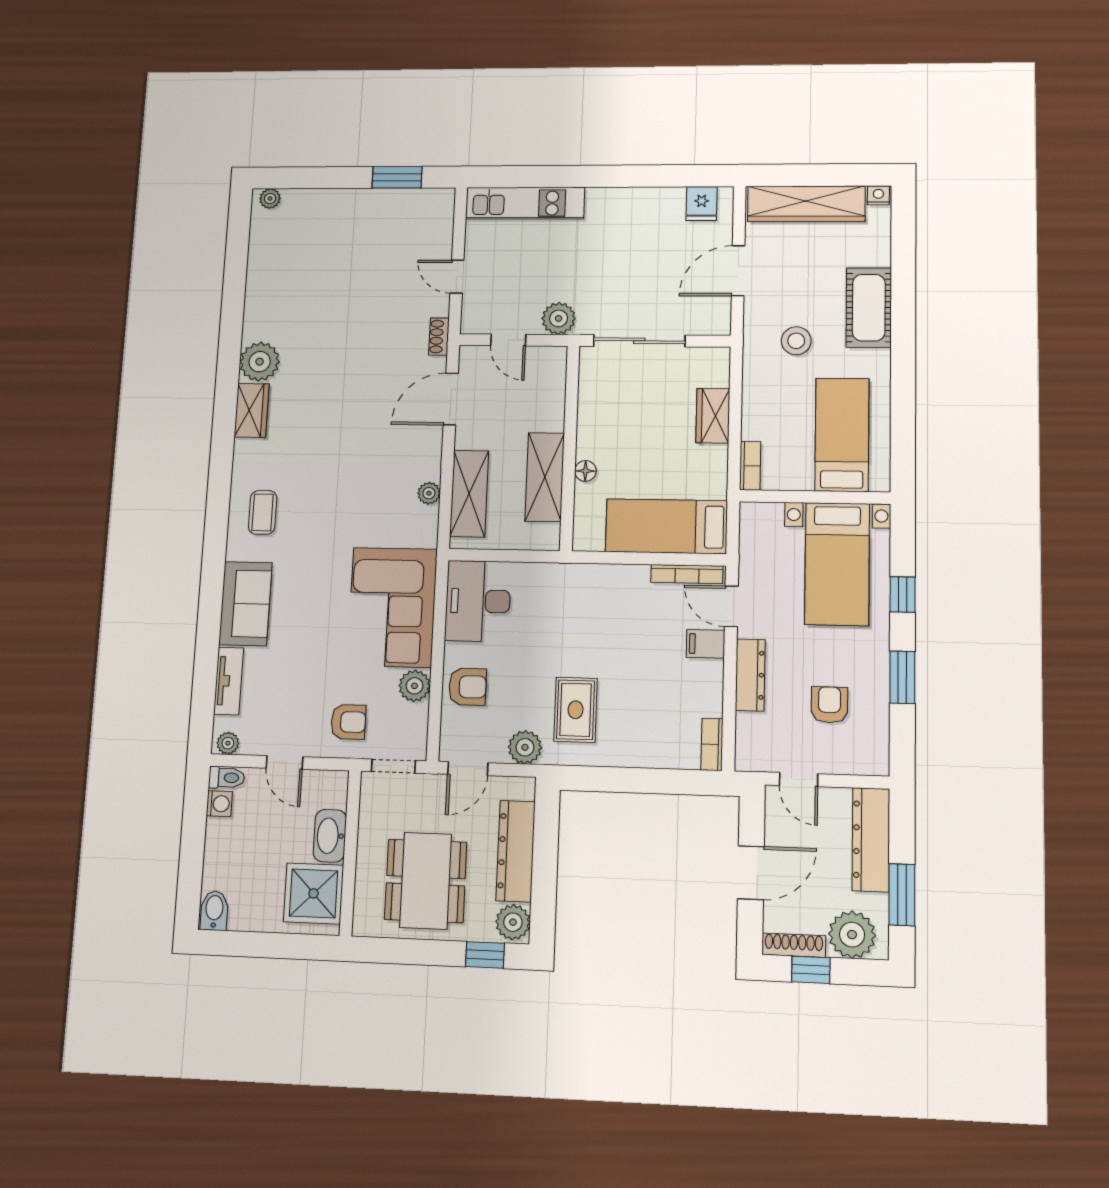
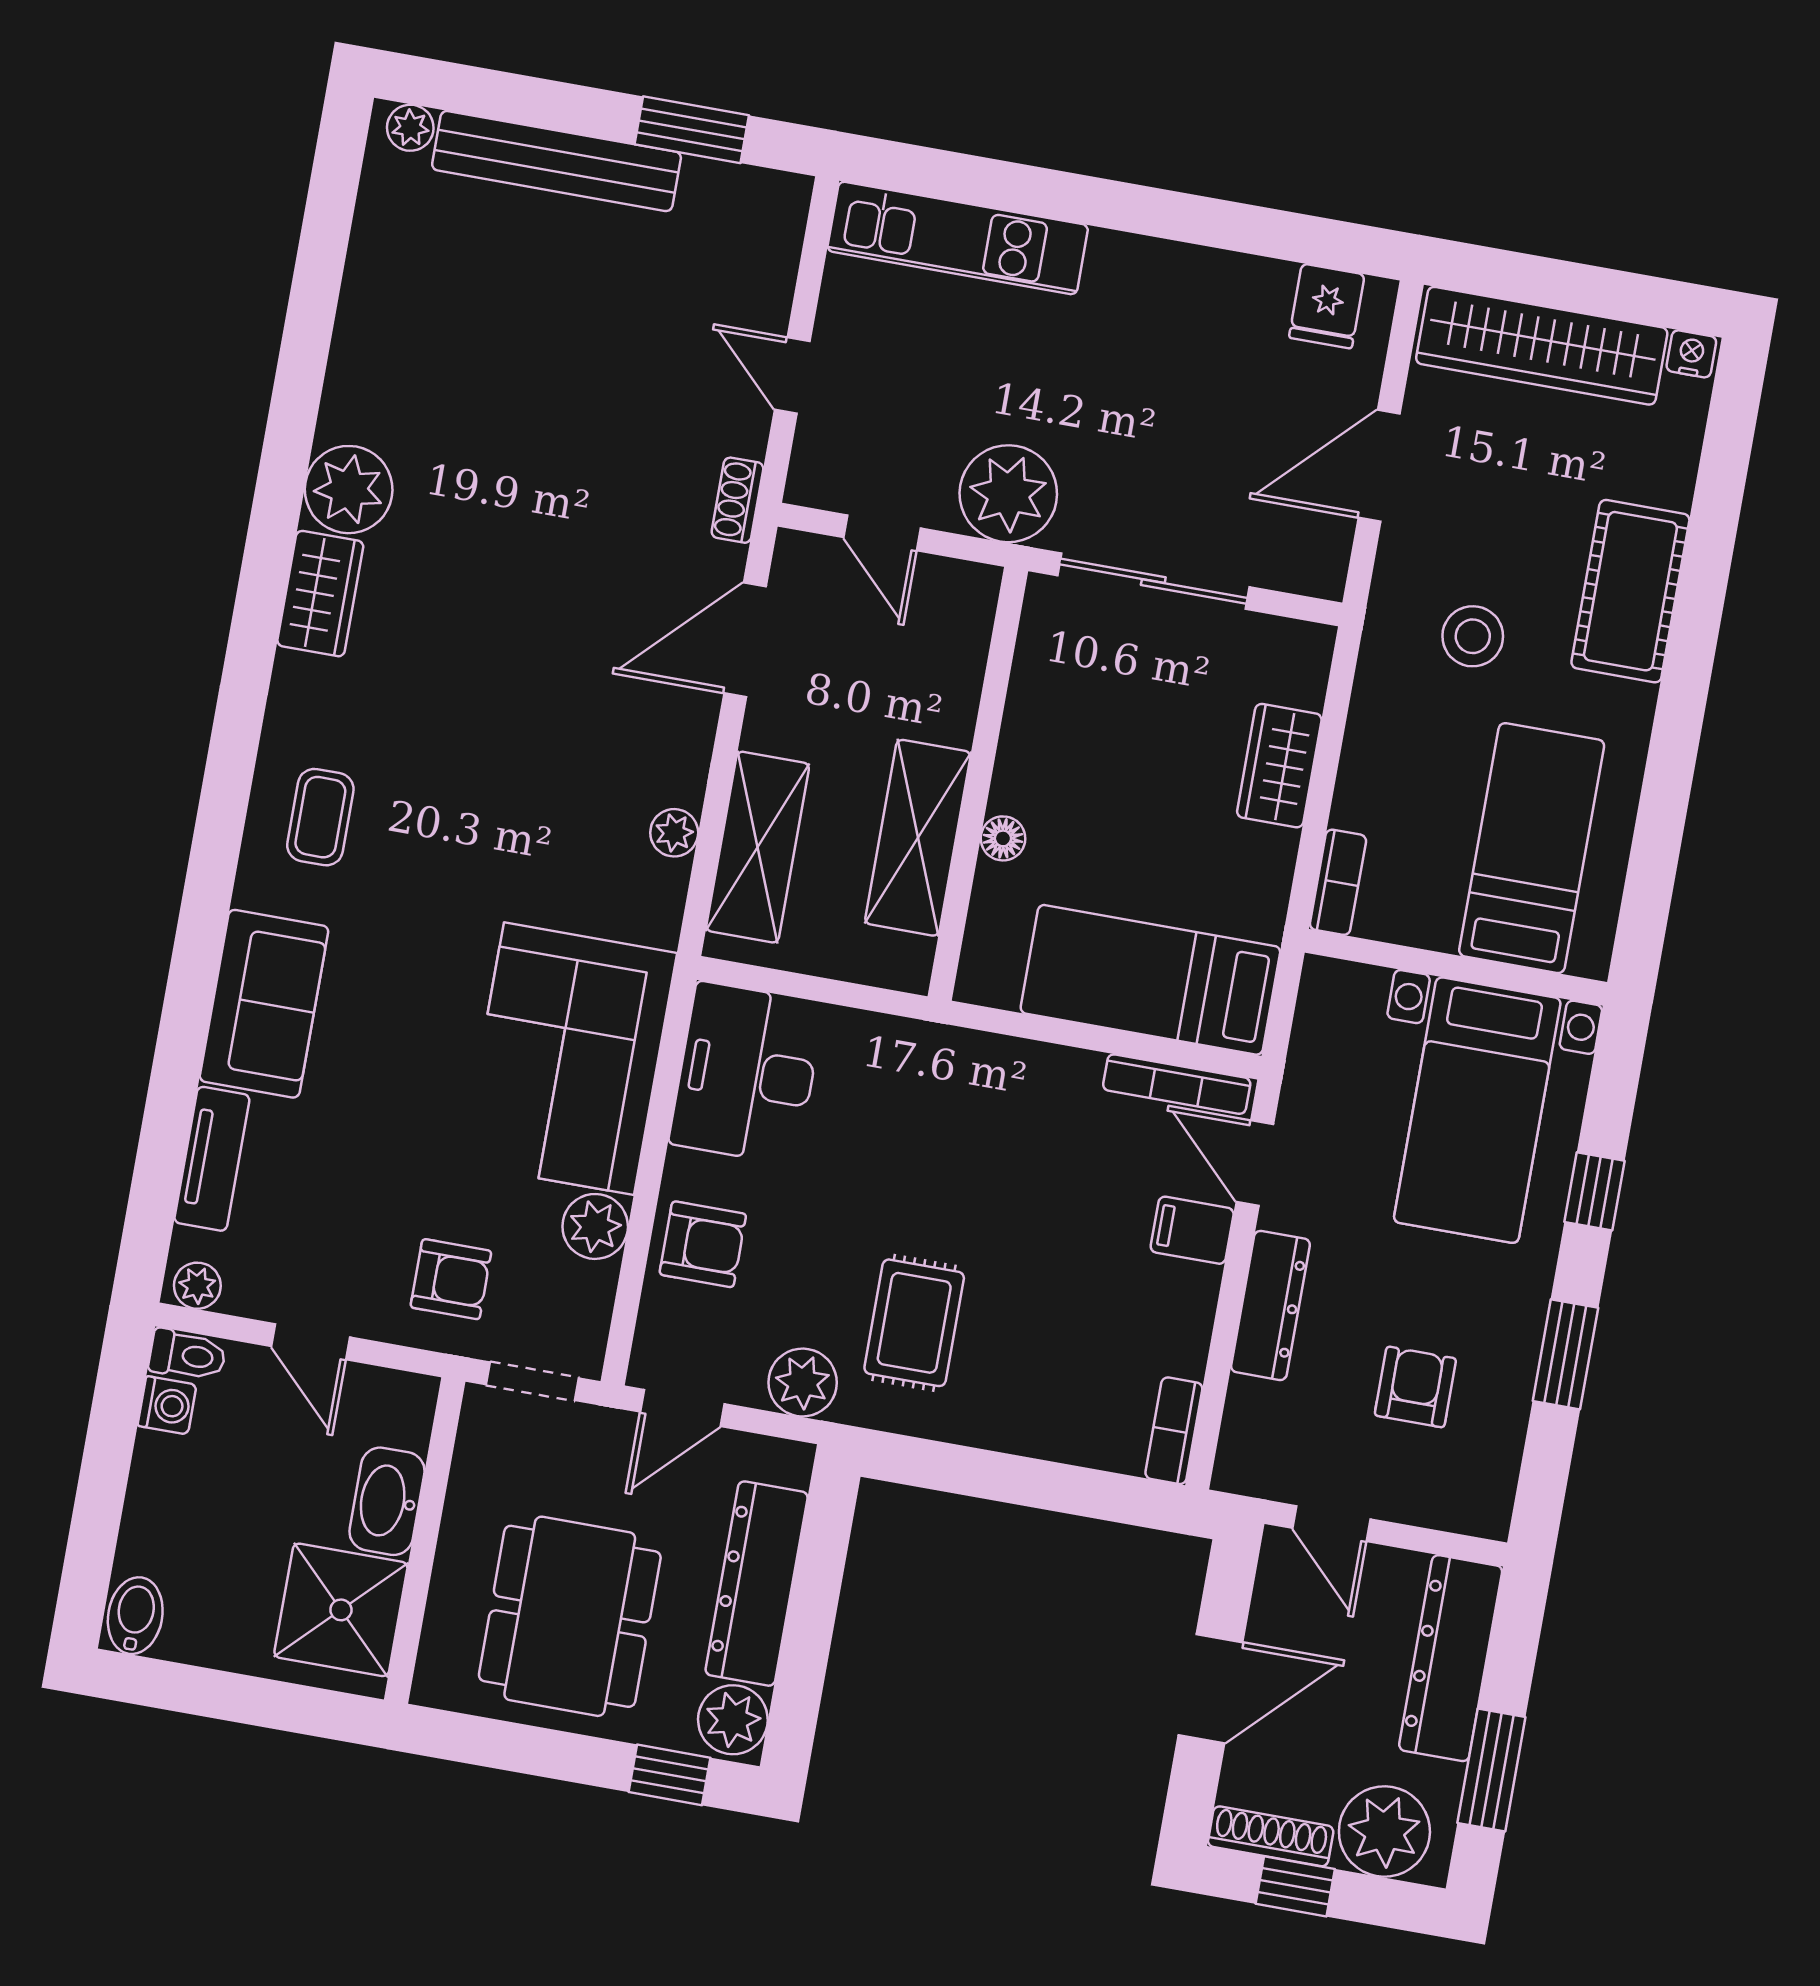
bench: (338, 201) -> (557, 161), added
plant: (559, 318) -> (1008, 494), width x1.36, depth x1.36

